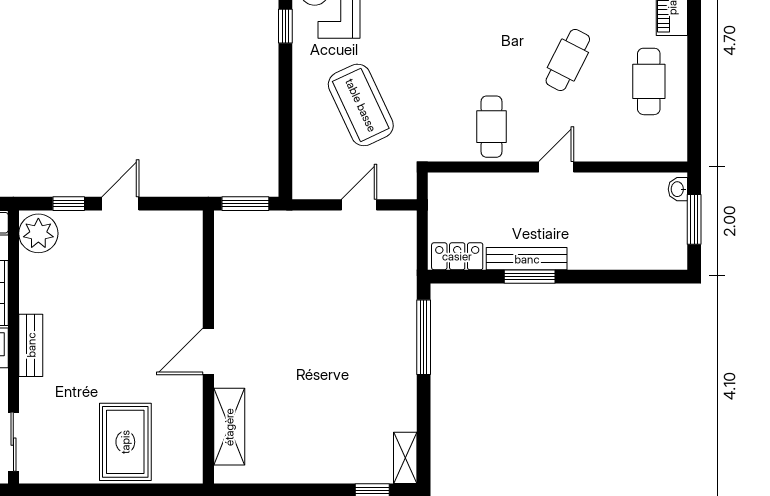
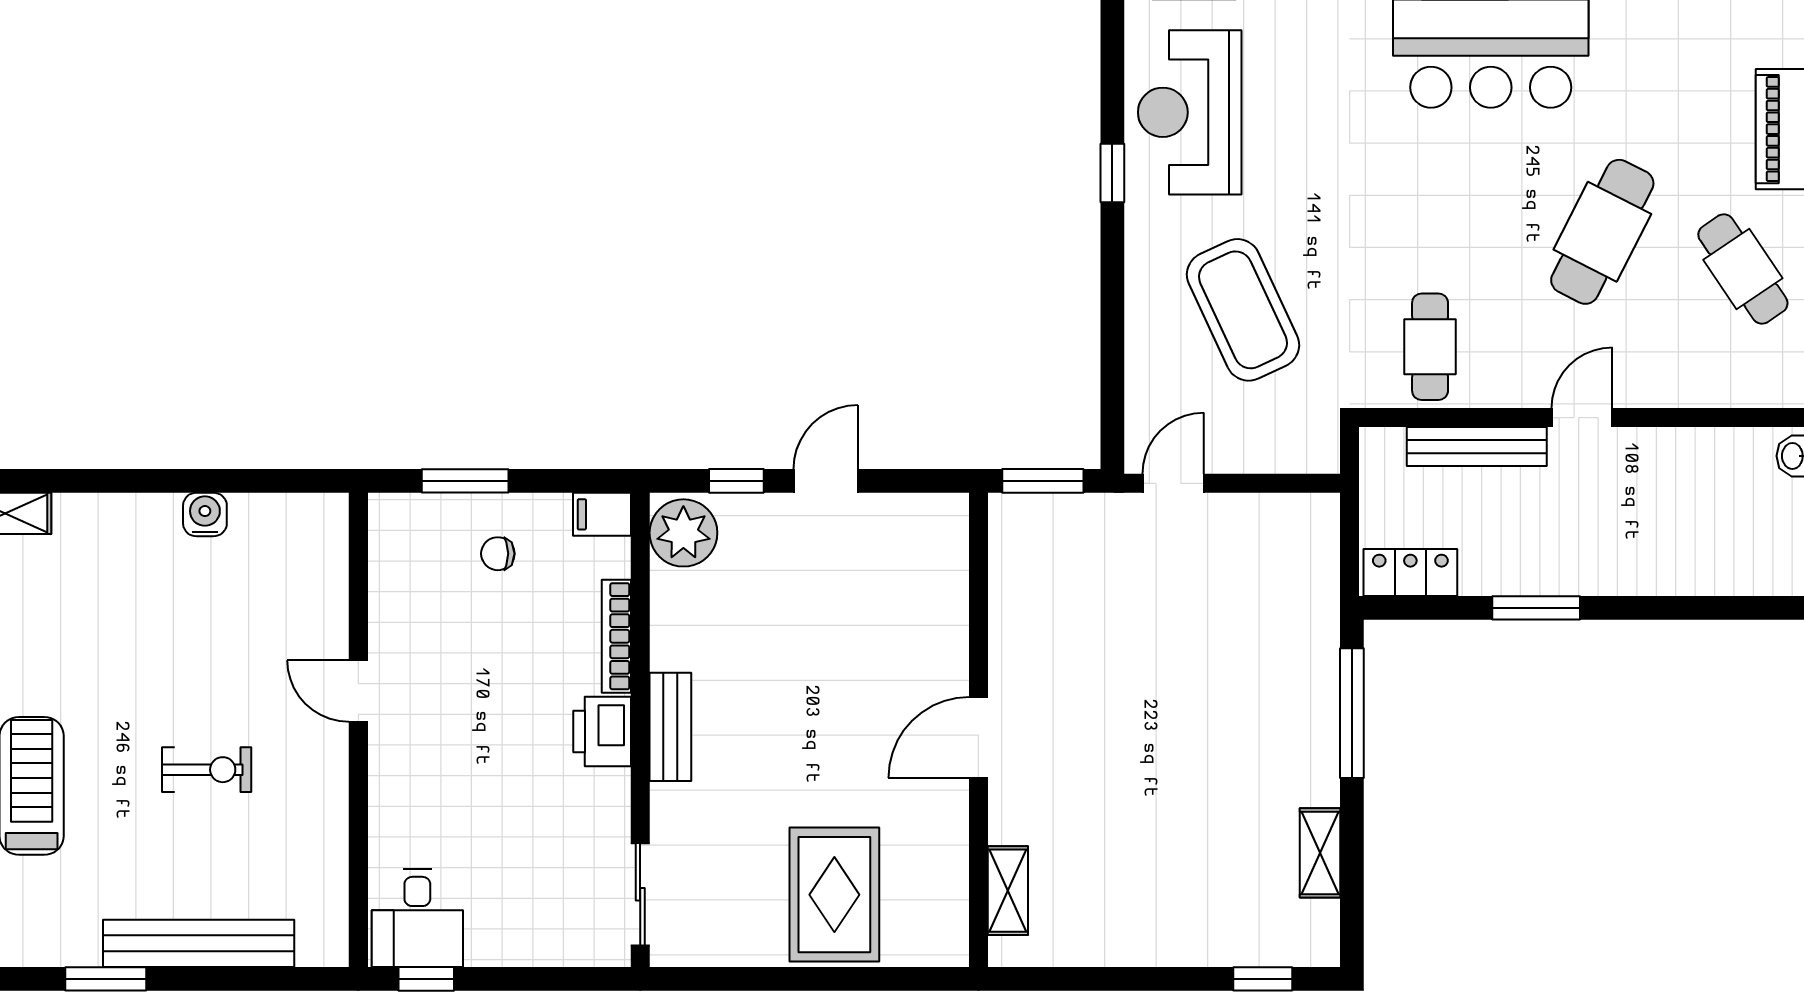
cafe table: (568, 60) -> (1602, 232), width x1.37, depth x1.35
cafe table: (649, 81) -> (1743, 269), turned -34
cafe table: (491, 127) -> (1430, 347), moved
door: (359, 205) -> (1173, 483), moved
bench: (527, 259) -> (1477, 446), moved
shelving: (229, 427) -> (1008, 891), width x0.67, depth x0.75
shelving: (405, 458) -> (1320, 853), moved

